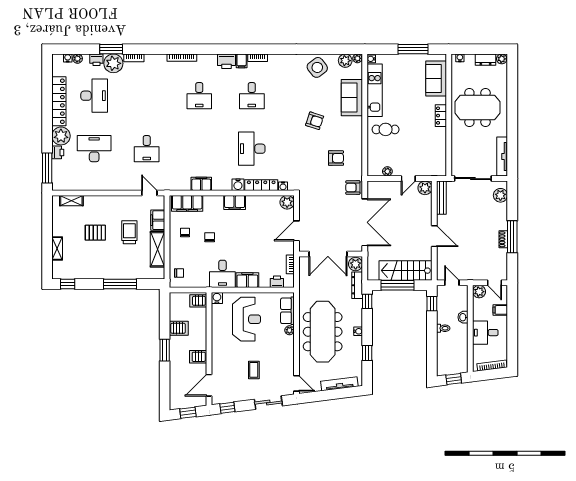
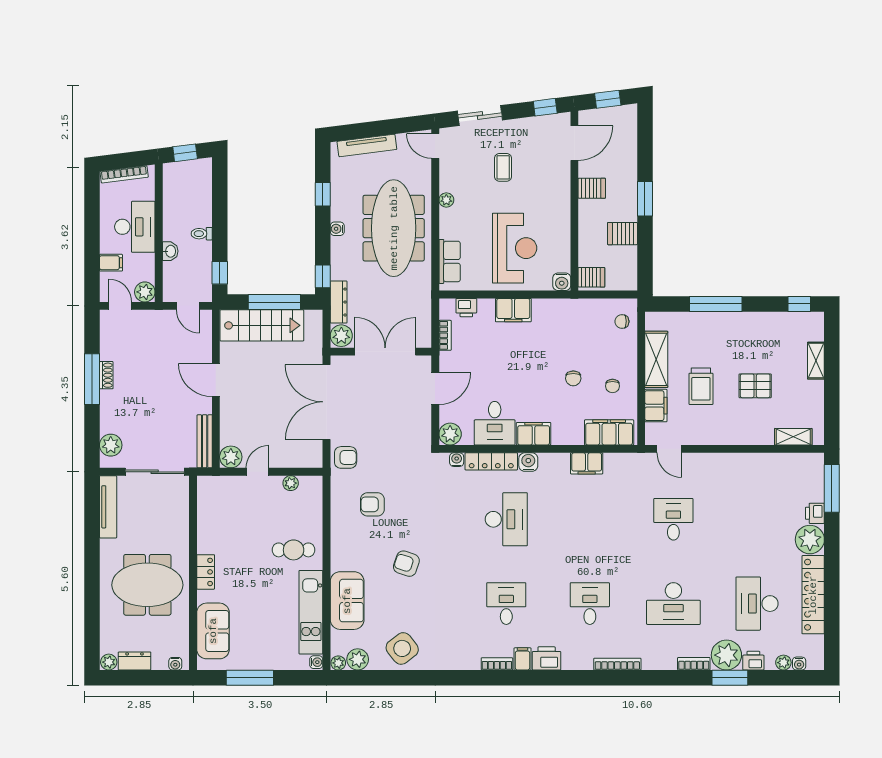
desk: (94, 149) -> (673, 604), moved
desk: (222, 274) -> (495, 423), moved, turned 180
reception desk: (247, 319) -> (515, 248), turned 180
plant: (289, 330) -> (446, 200), moved
desk: (485, 333) -> (135, 227), width x1.37

